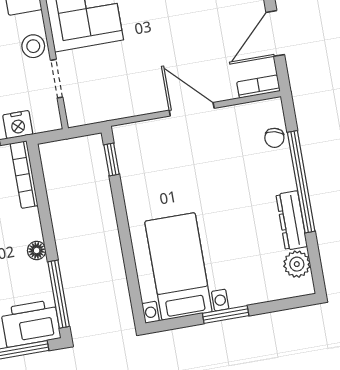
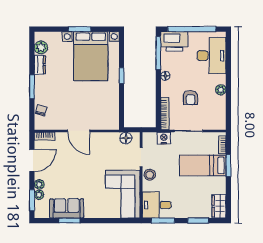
floor lamp: (94, 112) -> (126, 138), added
window: (111, 159) -> (122, 76), moved
window: (301, 182) -> (32, 87), width x0.47
dresser: (292, 220) -> (40, 65), width x0.70
bed with nightstands: (178, 267) -> (91, 56), width x1.36

